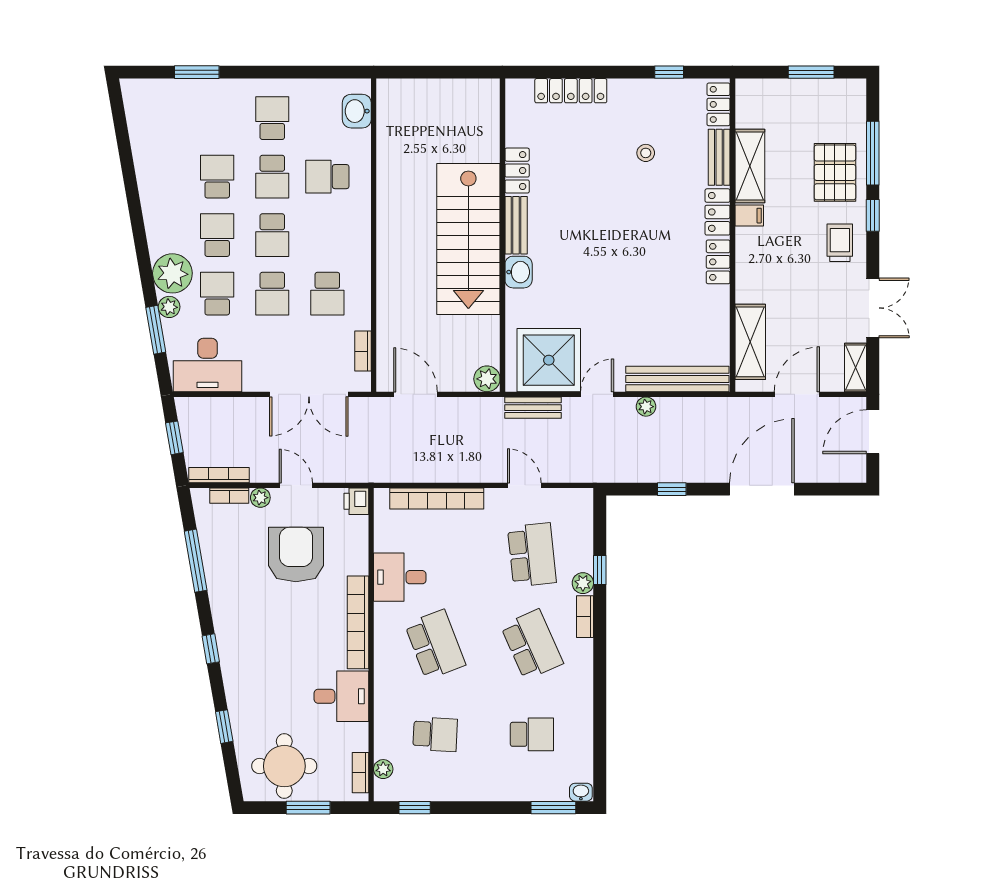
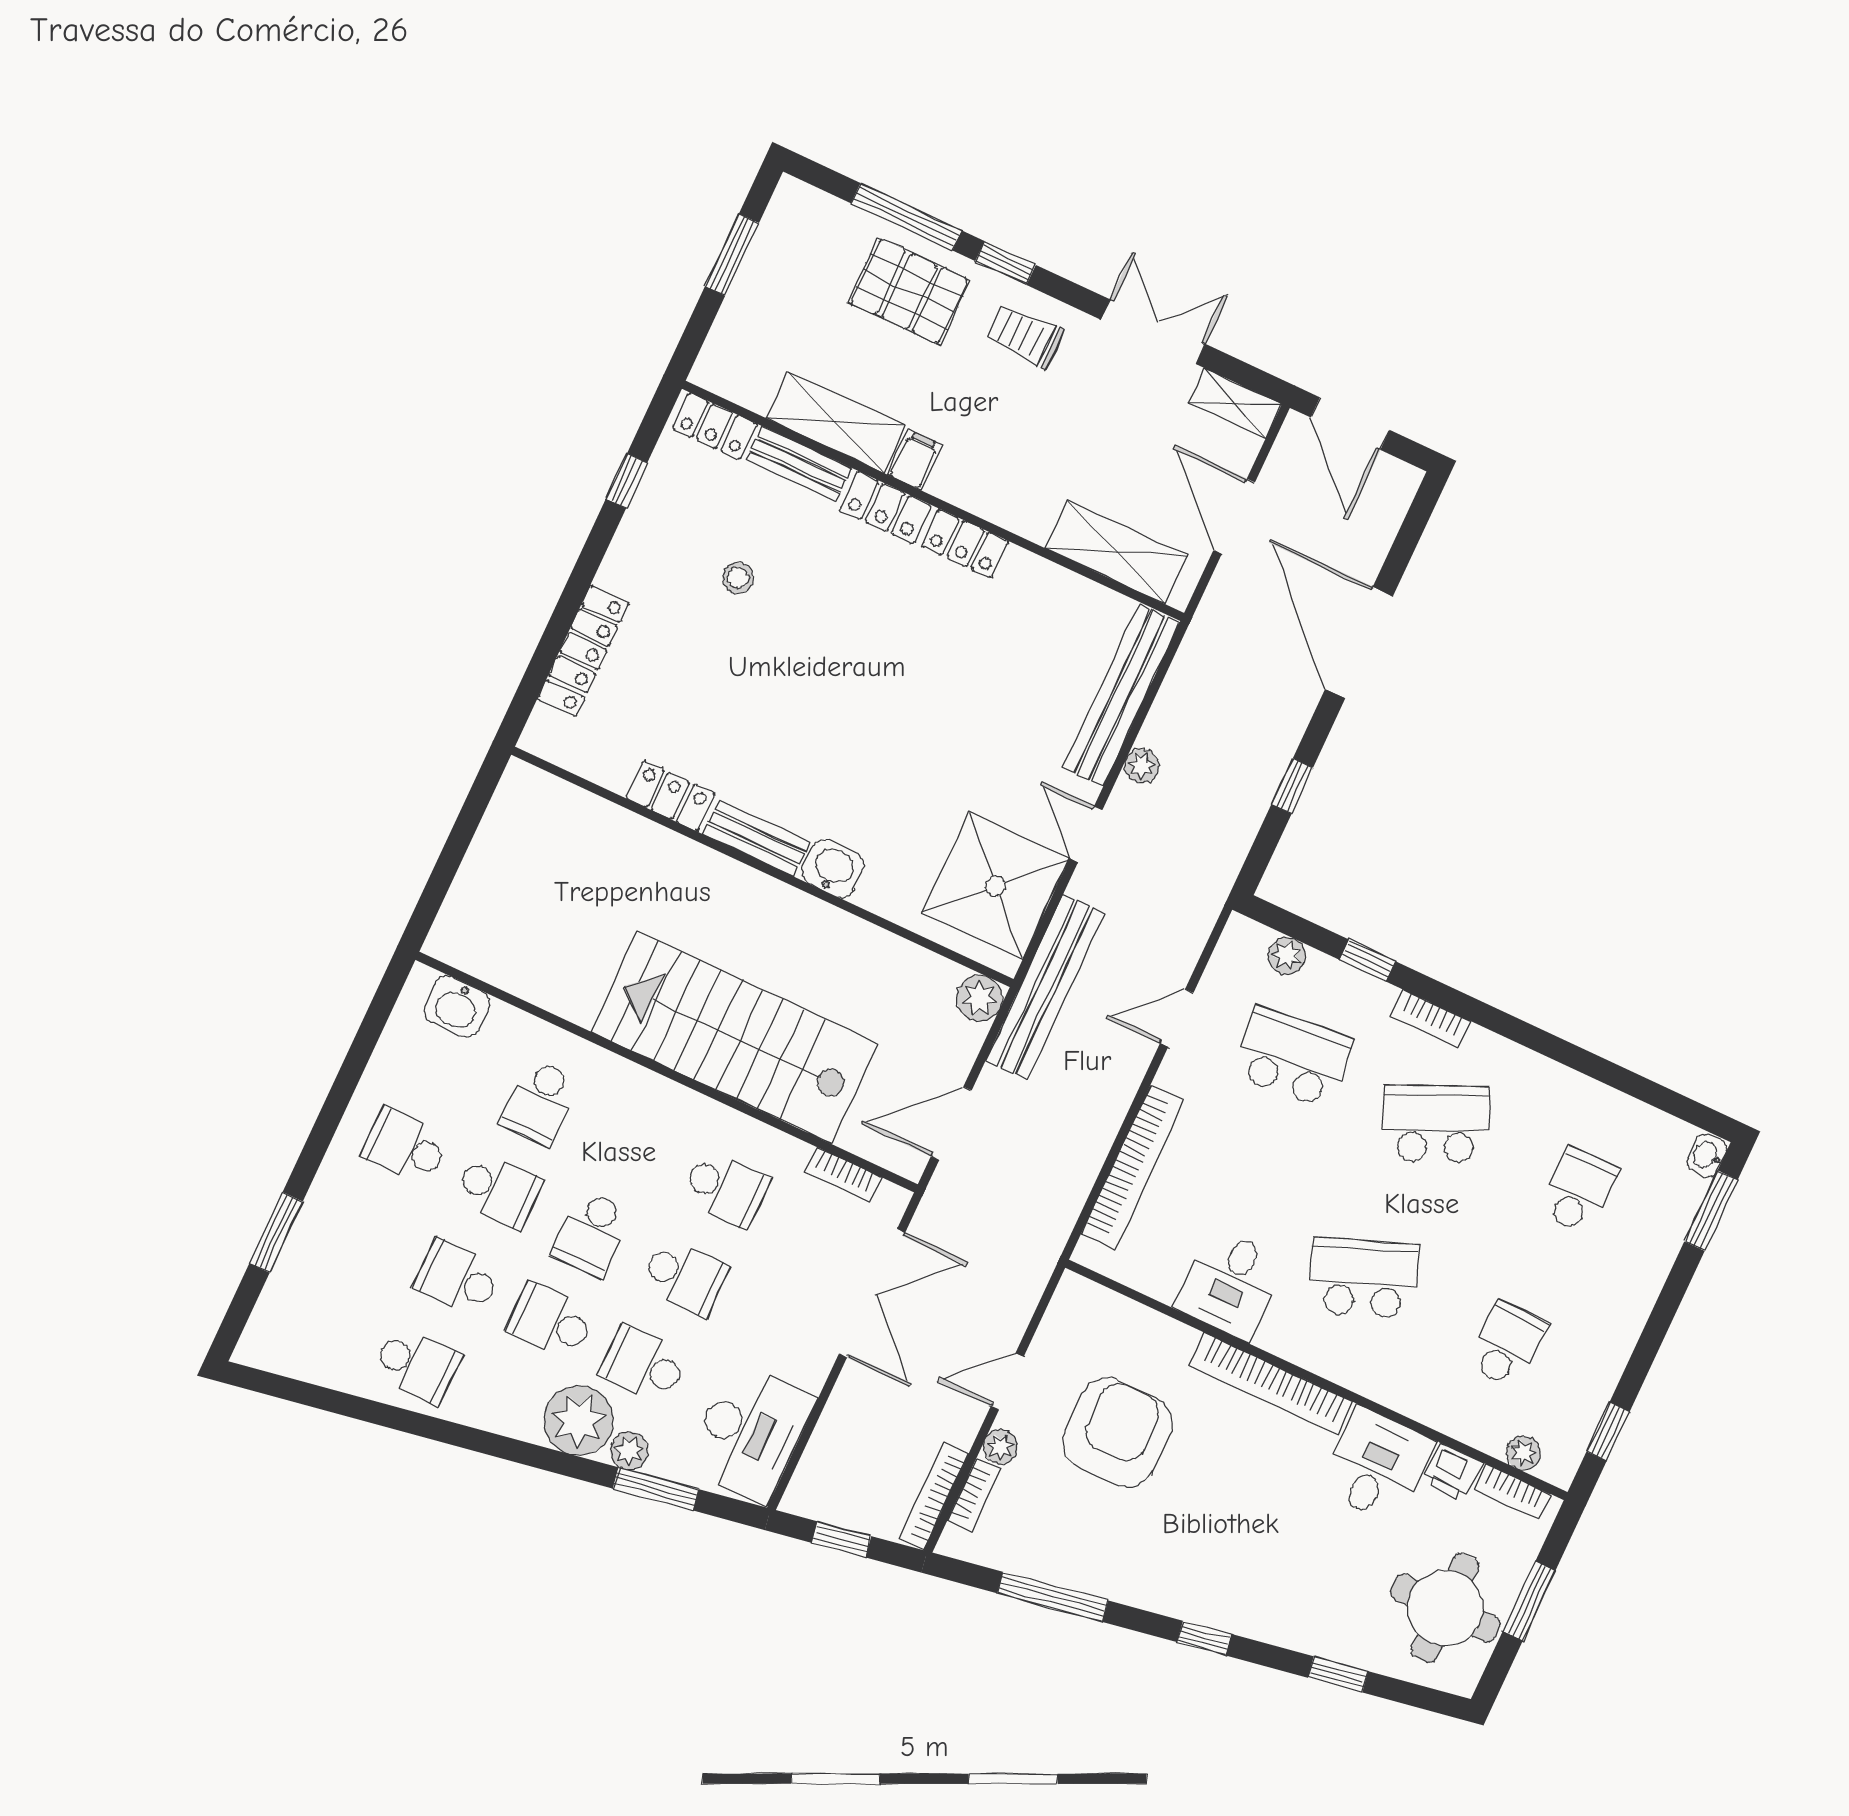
school desk: (162, 177) -> (417, 1365), added
school desk: (272, 235) -> (592, 1233), turned 90
stairs: (468, 239) -> (734, 1038), moved, turned 180
bench: (533, 408) -> (1045, 987), width x1.86, depth x1.21
printer: (356, 501) -> (1452, 1472), moved
armchair: (296, 555) -> (1117, 1433), turned 90
plant: (583, 583) -> (1287, 956), moved

